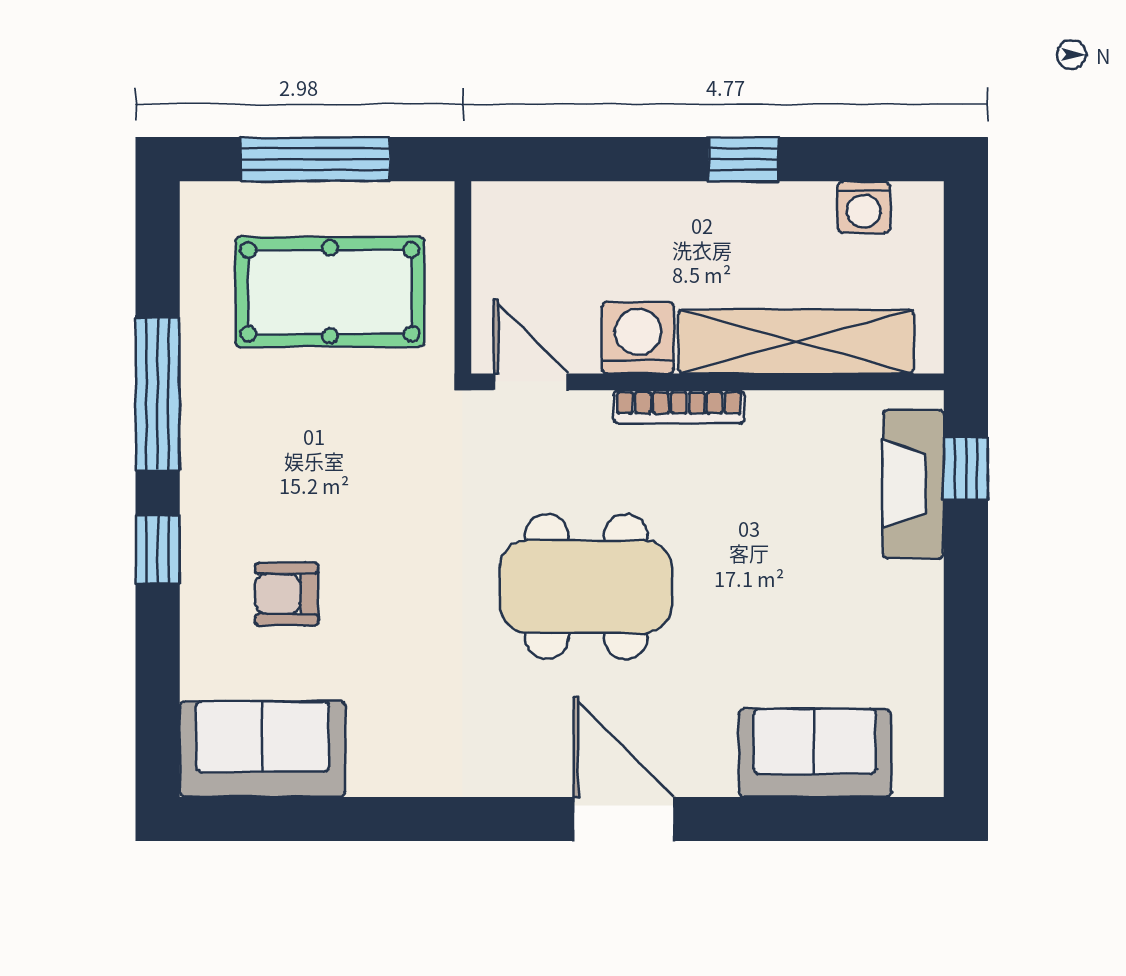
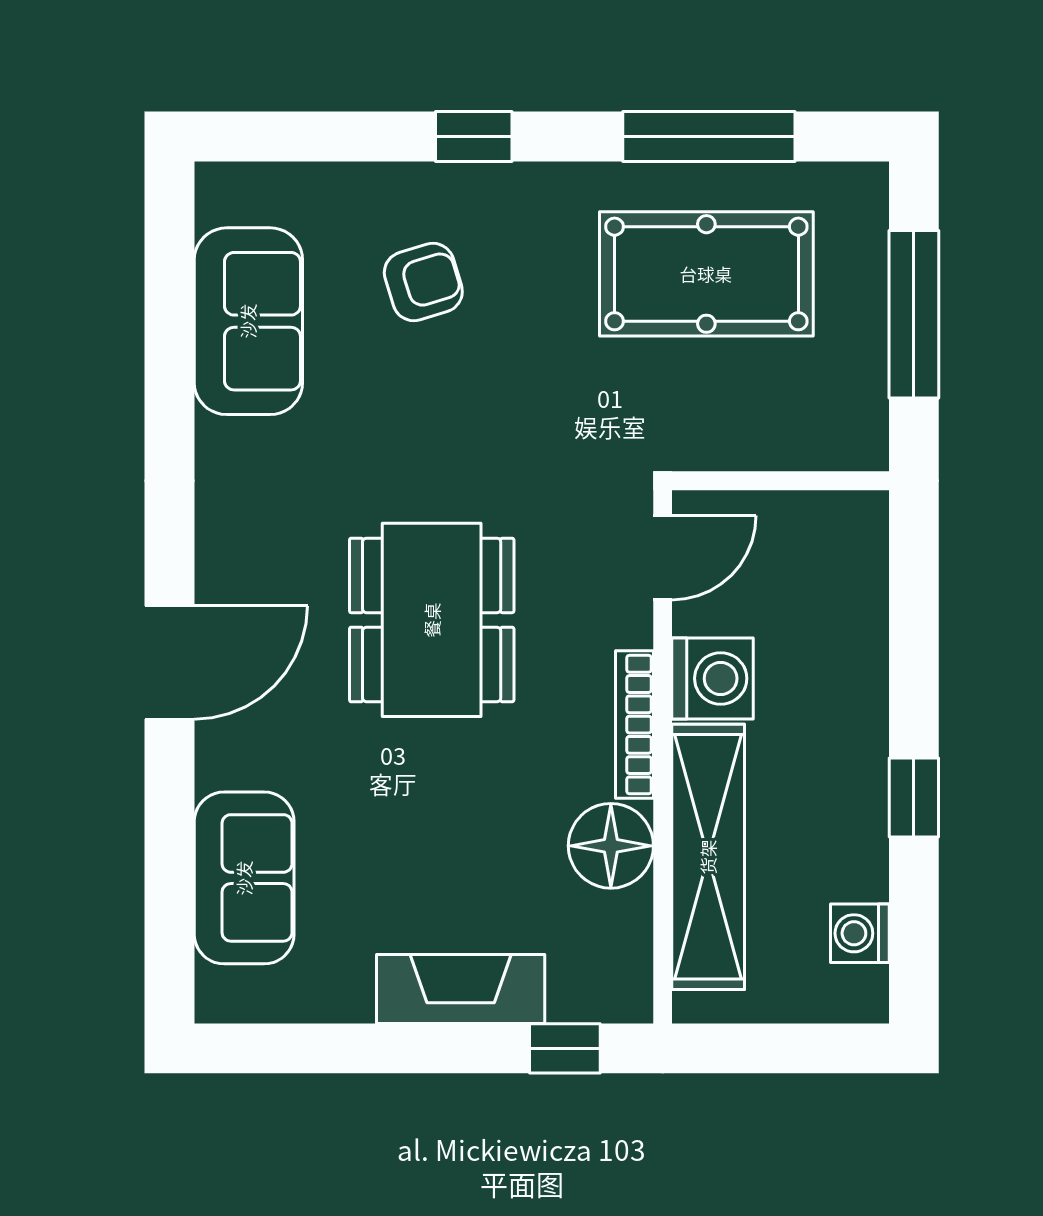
pool table: (330, 292) -> (706, 274), moved, turned 90
window: (158, 394) -> (709, 136), moved
floor lamp: (786, 428) -> (611, 846), added
fireplace: (913, 484) -> (461, 989), moved
armchair: (287, 594) -> (423, 282), turned 73
sofa: (262, 749) -> (248, 321), moved

